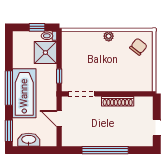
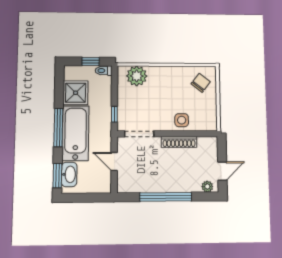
plant: (109, 36) -> (137, 76), moved, width x1.88, depth x1.88
shower: (45, 53) -> (76, 93), moved
side table: (120, 81) -> (182, 120), added
washbasin: (29, 140) -> (69, 174), moved, turned 90
plant: (143, 141) -> (207, 187), added

